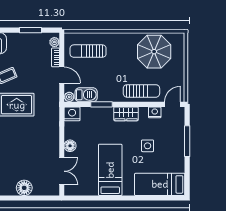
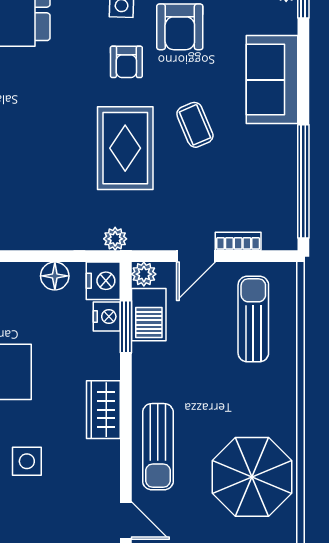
window: (30, 30) -> (303, 181), width x2.11
plant: (54, 42) -> (115, 239), moved
window: (101, 104) -> (126, 327), moved
nightstand: (155, 112) -> (107, 317), moved
floor lamp: (70, 146) -> (55, 276), moved

